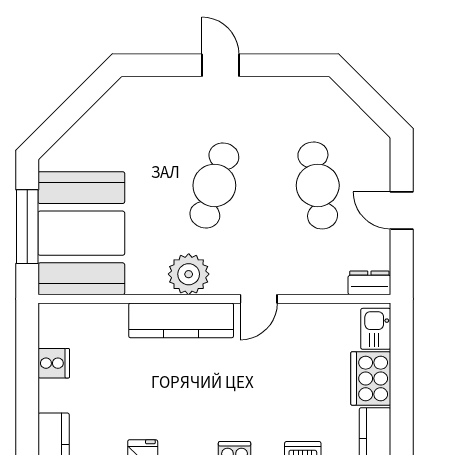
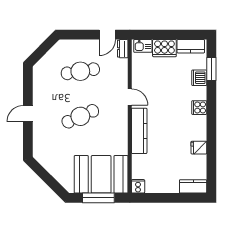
cafe table: (214, 185) -> (80, 116), turned -42
door: (402, 211) -> (107, 35), moved
plant: (189, 274) -> (119, 128), removed
cooker: (54, 363) -> (138, 186), moved

